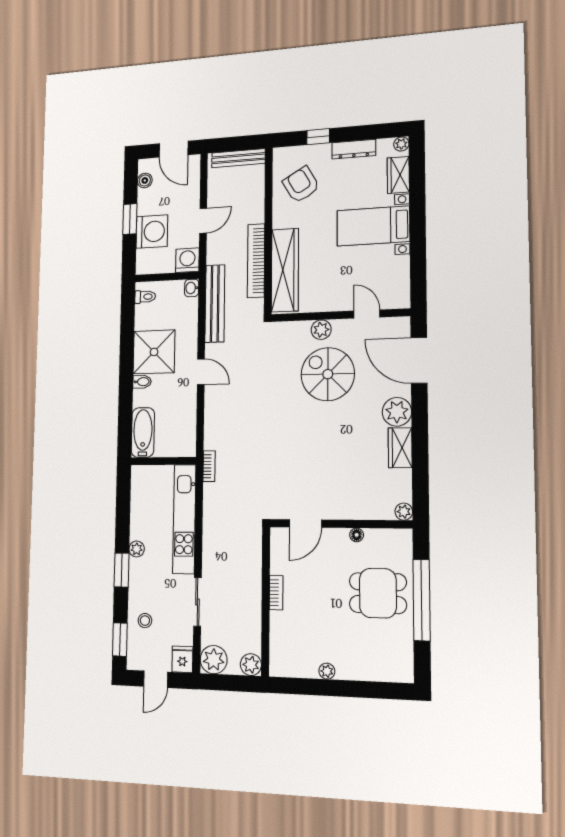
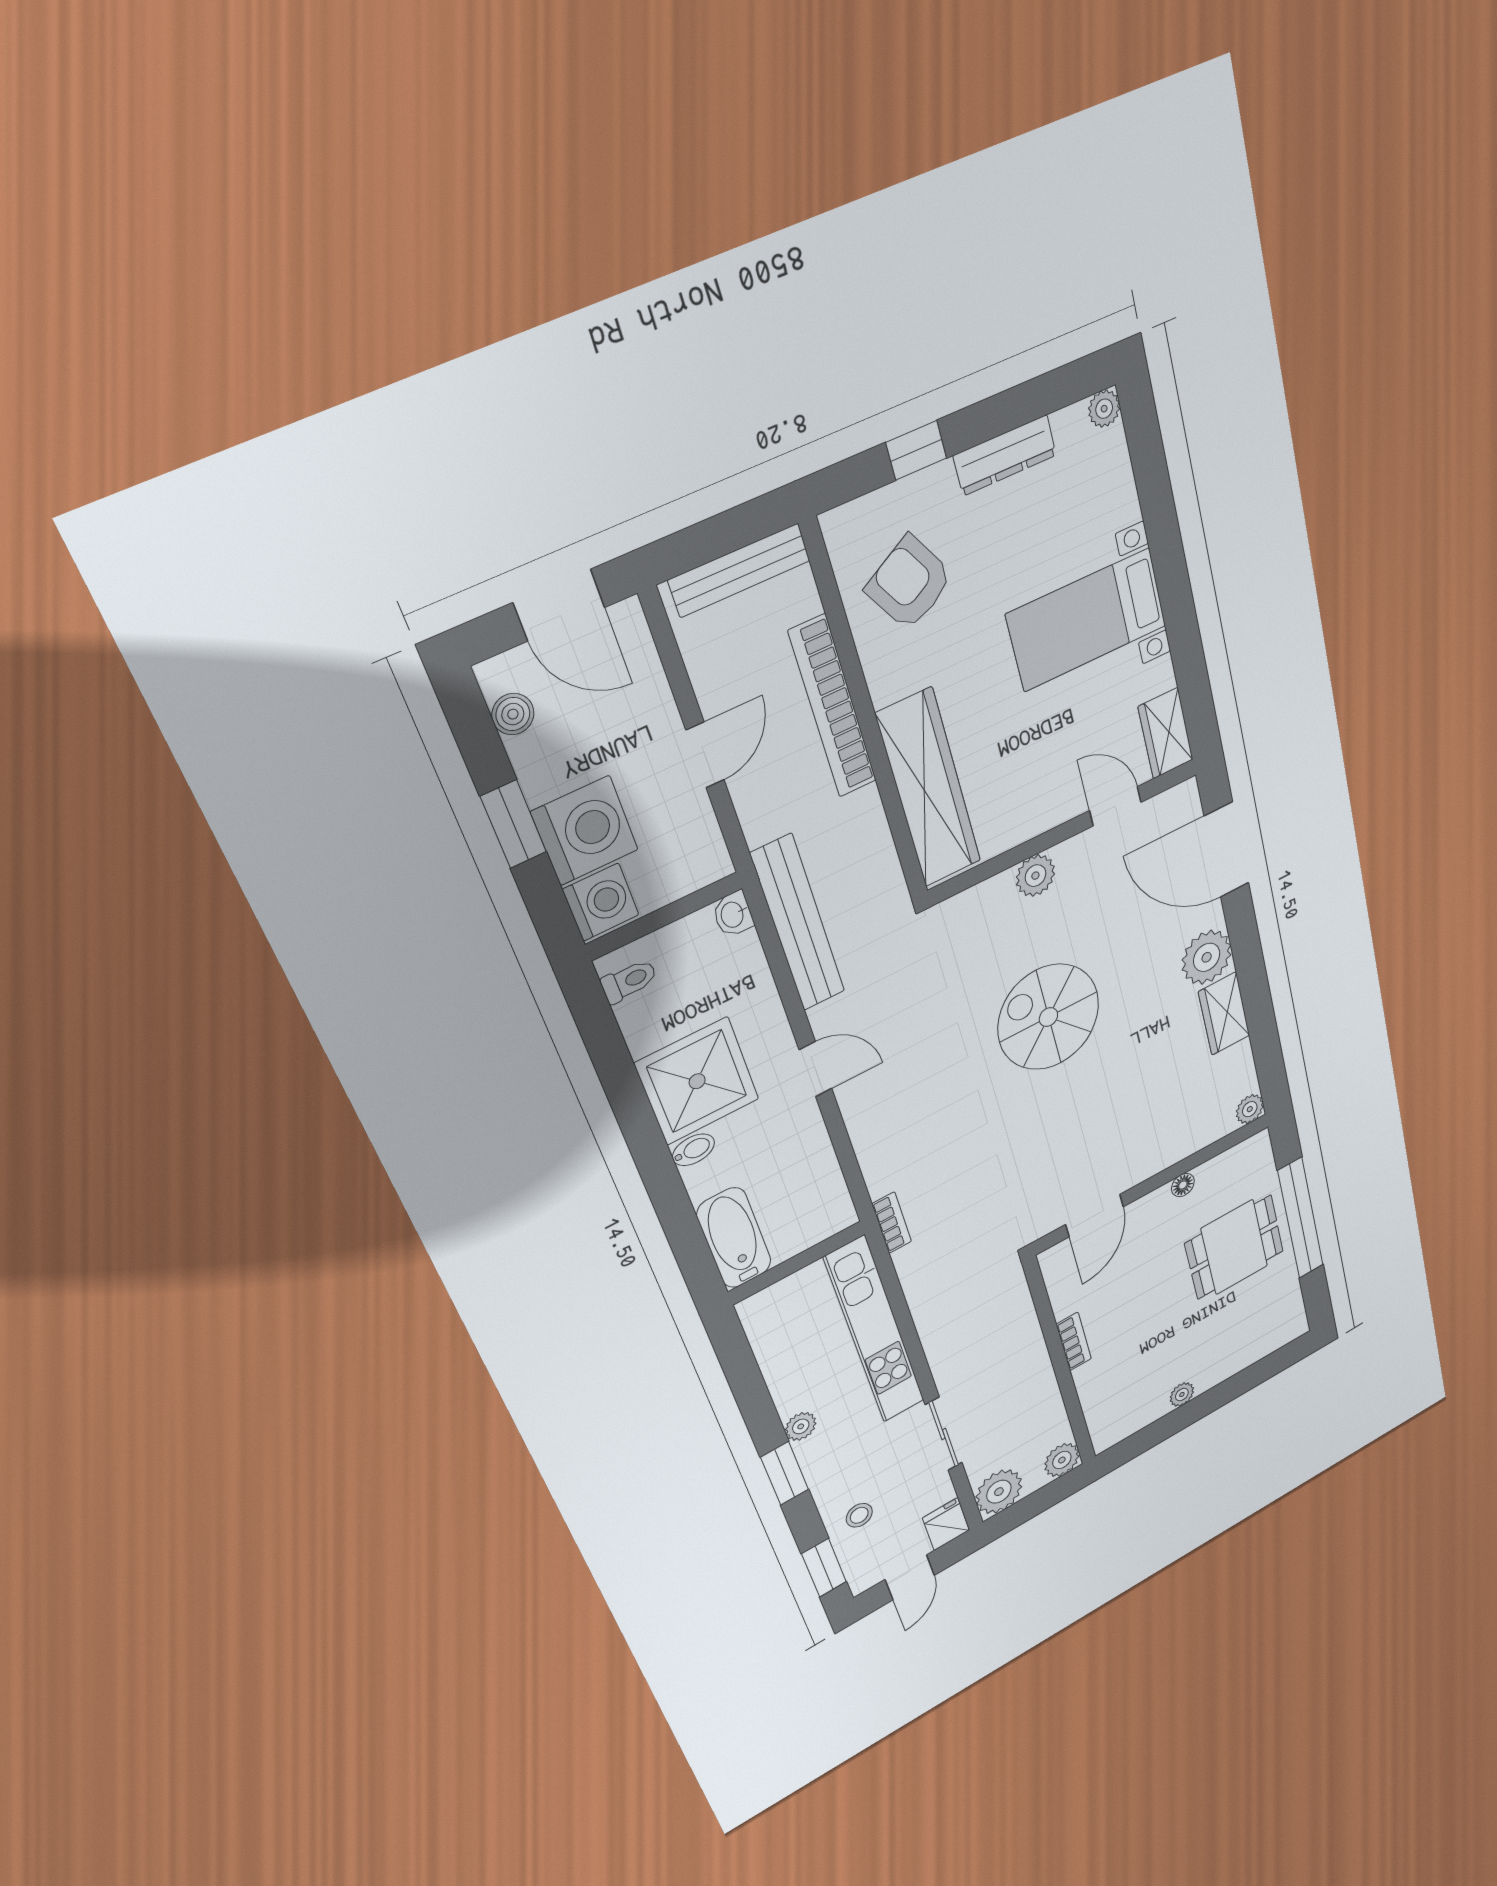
wardrobe: (398, 175) -> (1166, 733), moved
washing machine: (187, 260) -> (601, 902), moved, turned 90
bookcase: (256, 261) -> (833, 707), moved
spiral stairs: (328, 374) -> (1048, 1017), moved

